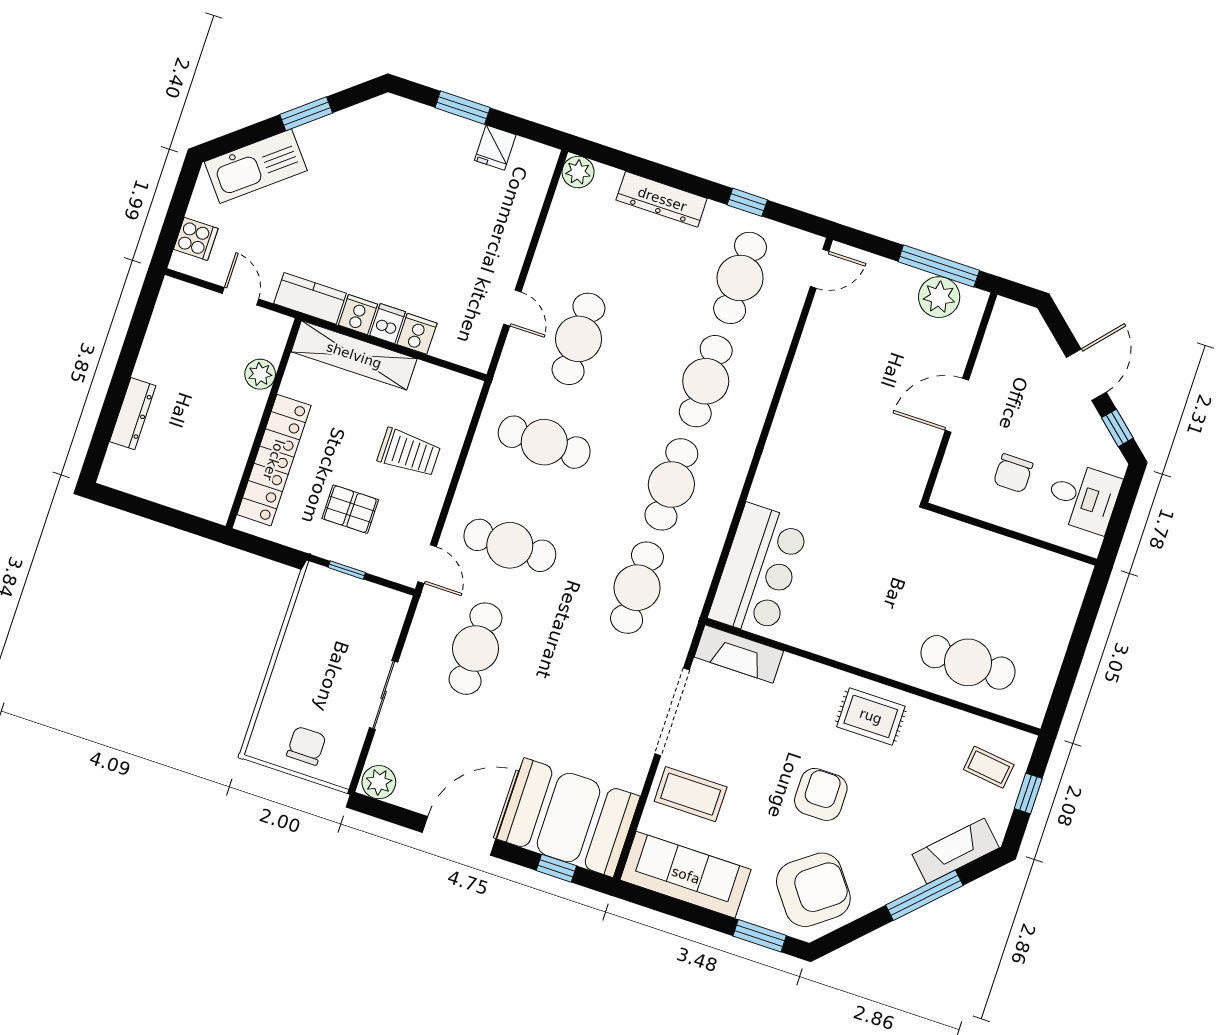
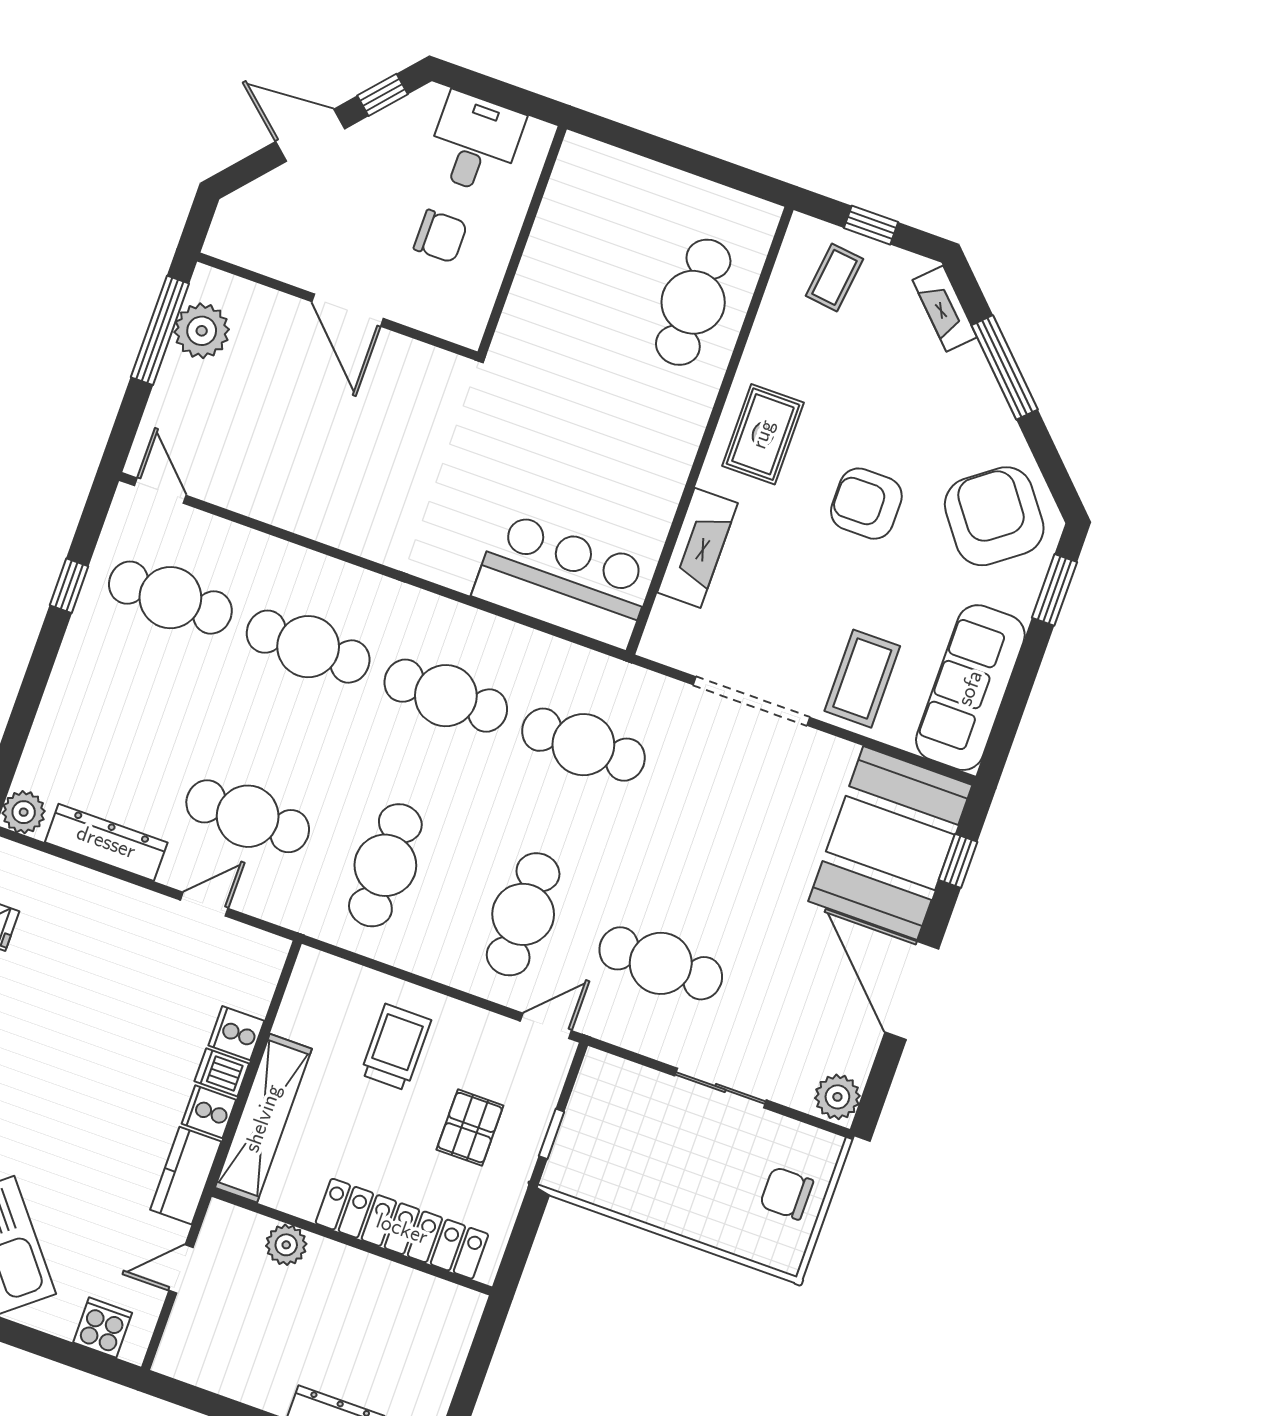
dresser: (662, 199) -> (106, 842), moved, turned -90
fireplace: (739, 654) -> (698, 548), moved
fireplace: (956, 851) -> (945, 309), width x0.73, depth x0.76

